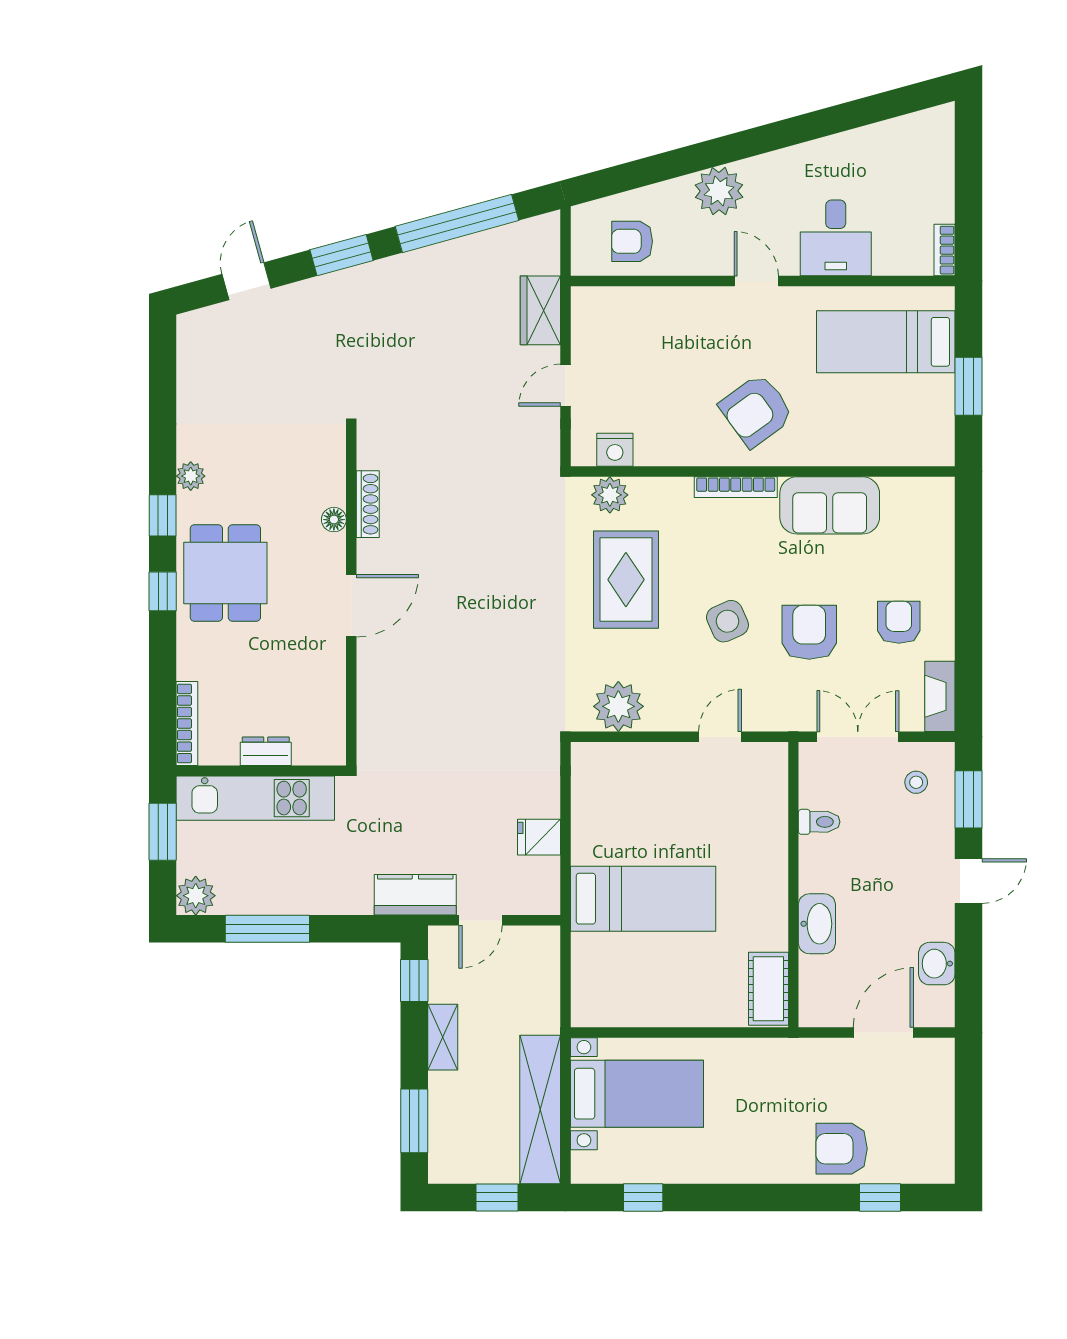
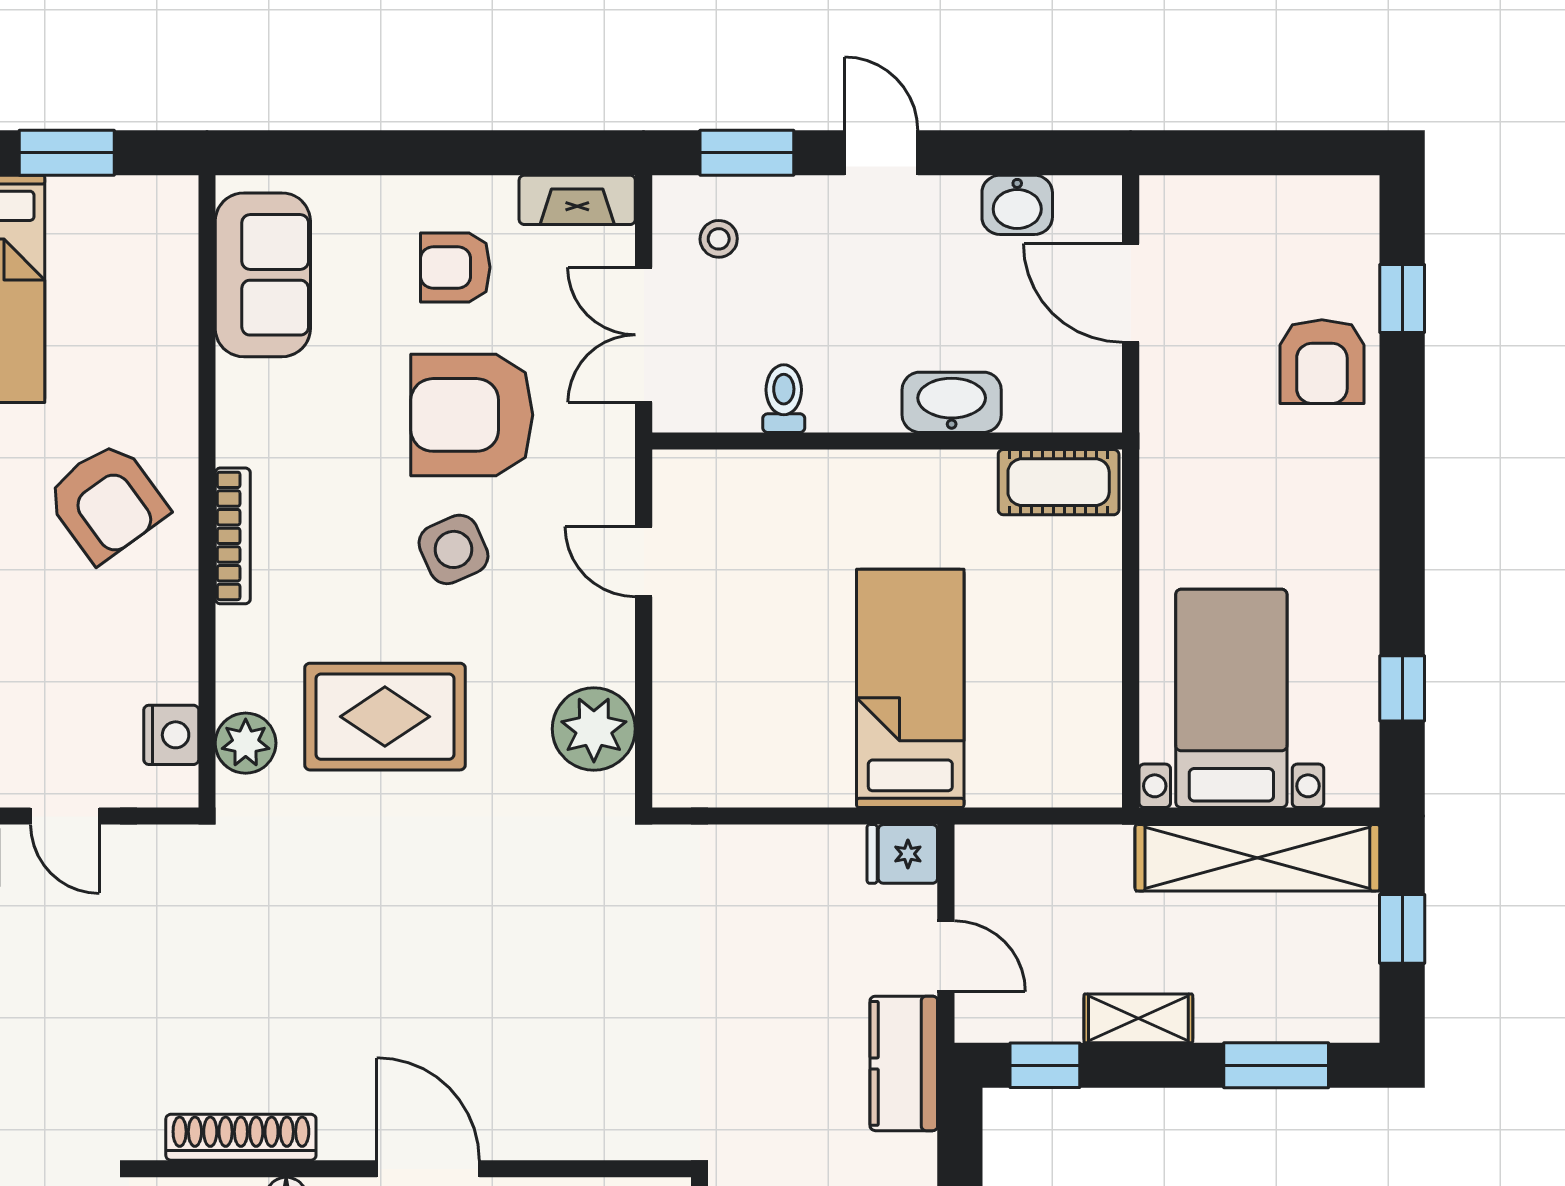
shoe rack: (368, 504) -> (241, 1137), width x1.36, depth x1.24
sofa: (830, 505) -> (263, 275), moved
armchair: (809, 632) -> (472, 415), width x1.36, depth x1.36
fridge: (539, 837) -> (902, 854), moved, turned 90

